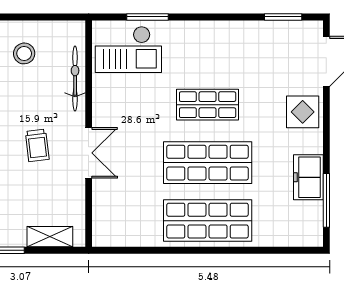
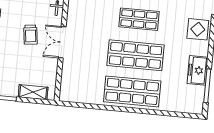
double door: (89, 153) -> (62, 42), swing flipped

